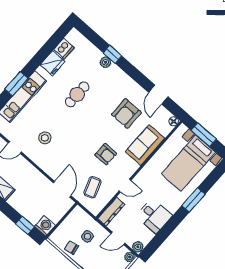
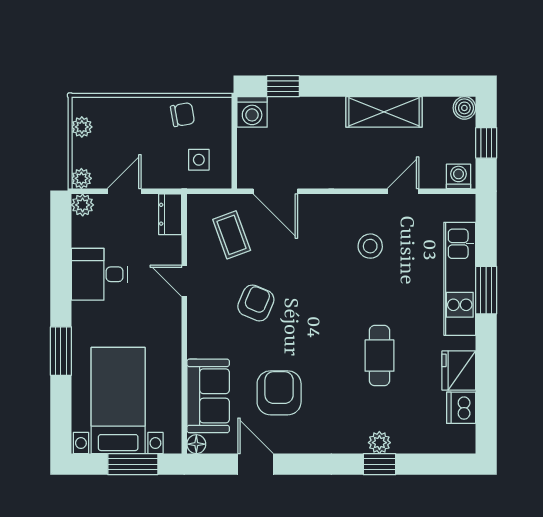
sofa: (145, 145) -> (208, 396), moved
armchair: (106, 154) -> (256, 303), turned 113
door: (125, 186) -> (184, 281), hinge flipped
dresser: (111, 212) -> (170, 214), width x0.70
side table: (87, 236) -> (199, 160), moved

